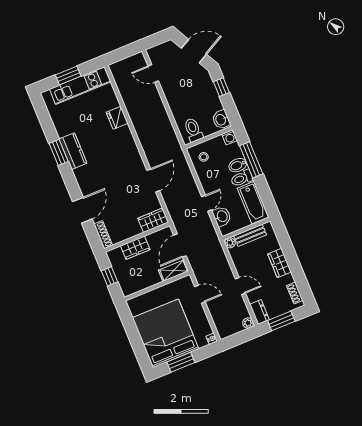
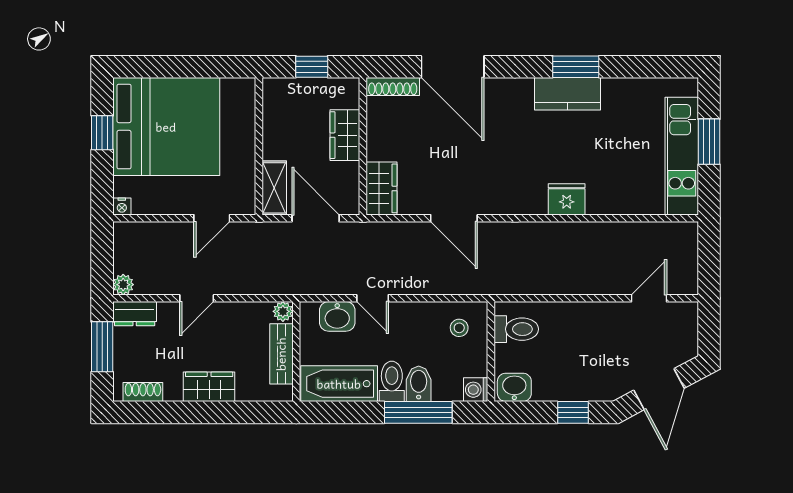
fridge: (117, 118) -> (567, 199), moved
door: (82, 210) -> (453, 67), width x1.36
window: (181, 362) -> (102, 133), width x0.67

